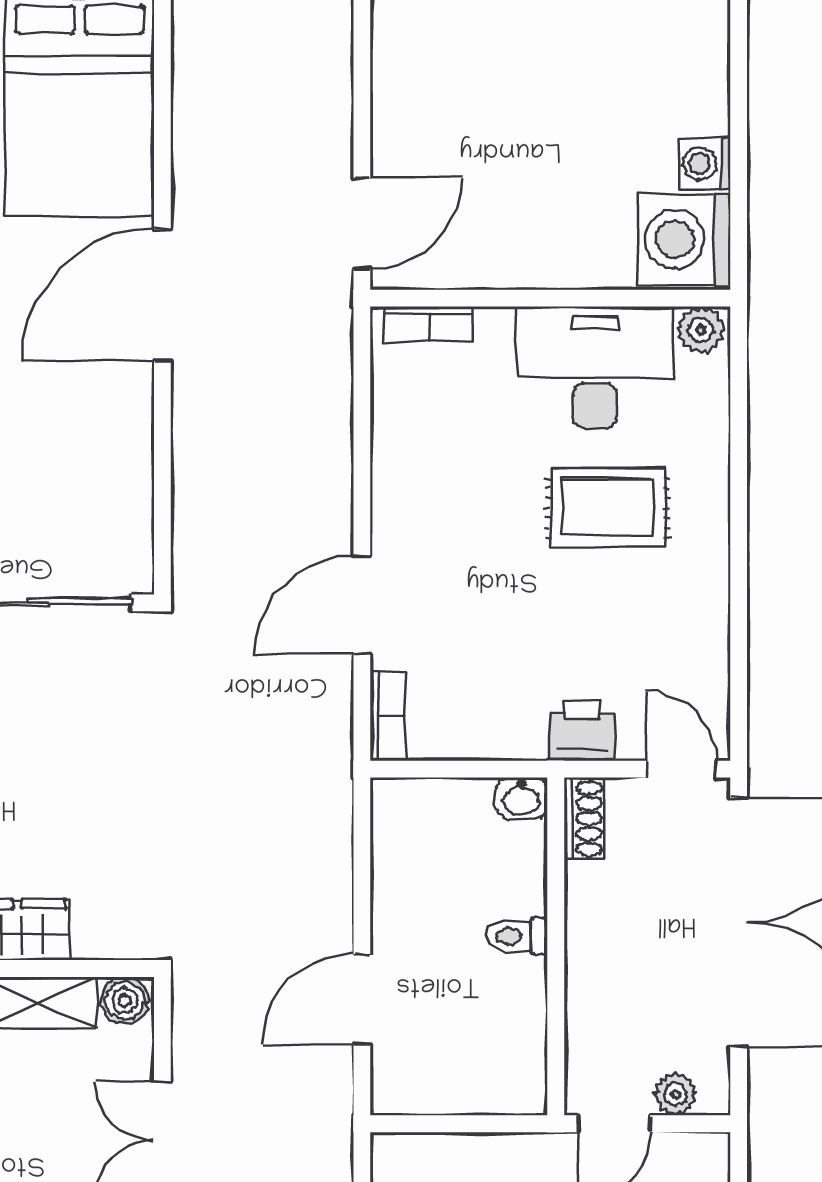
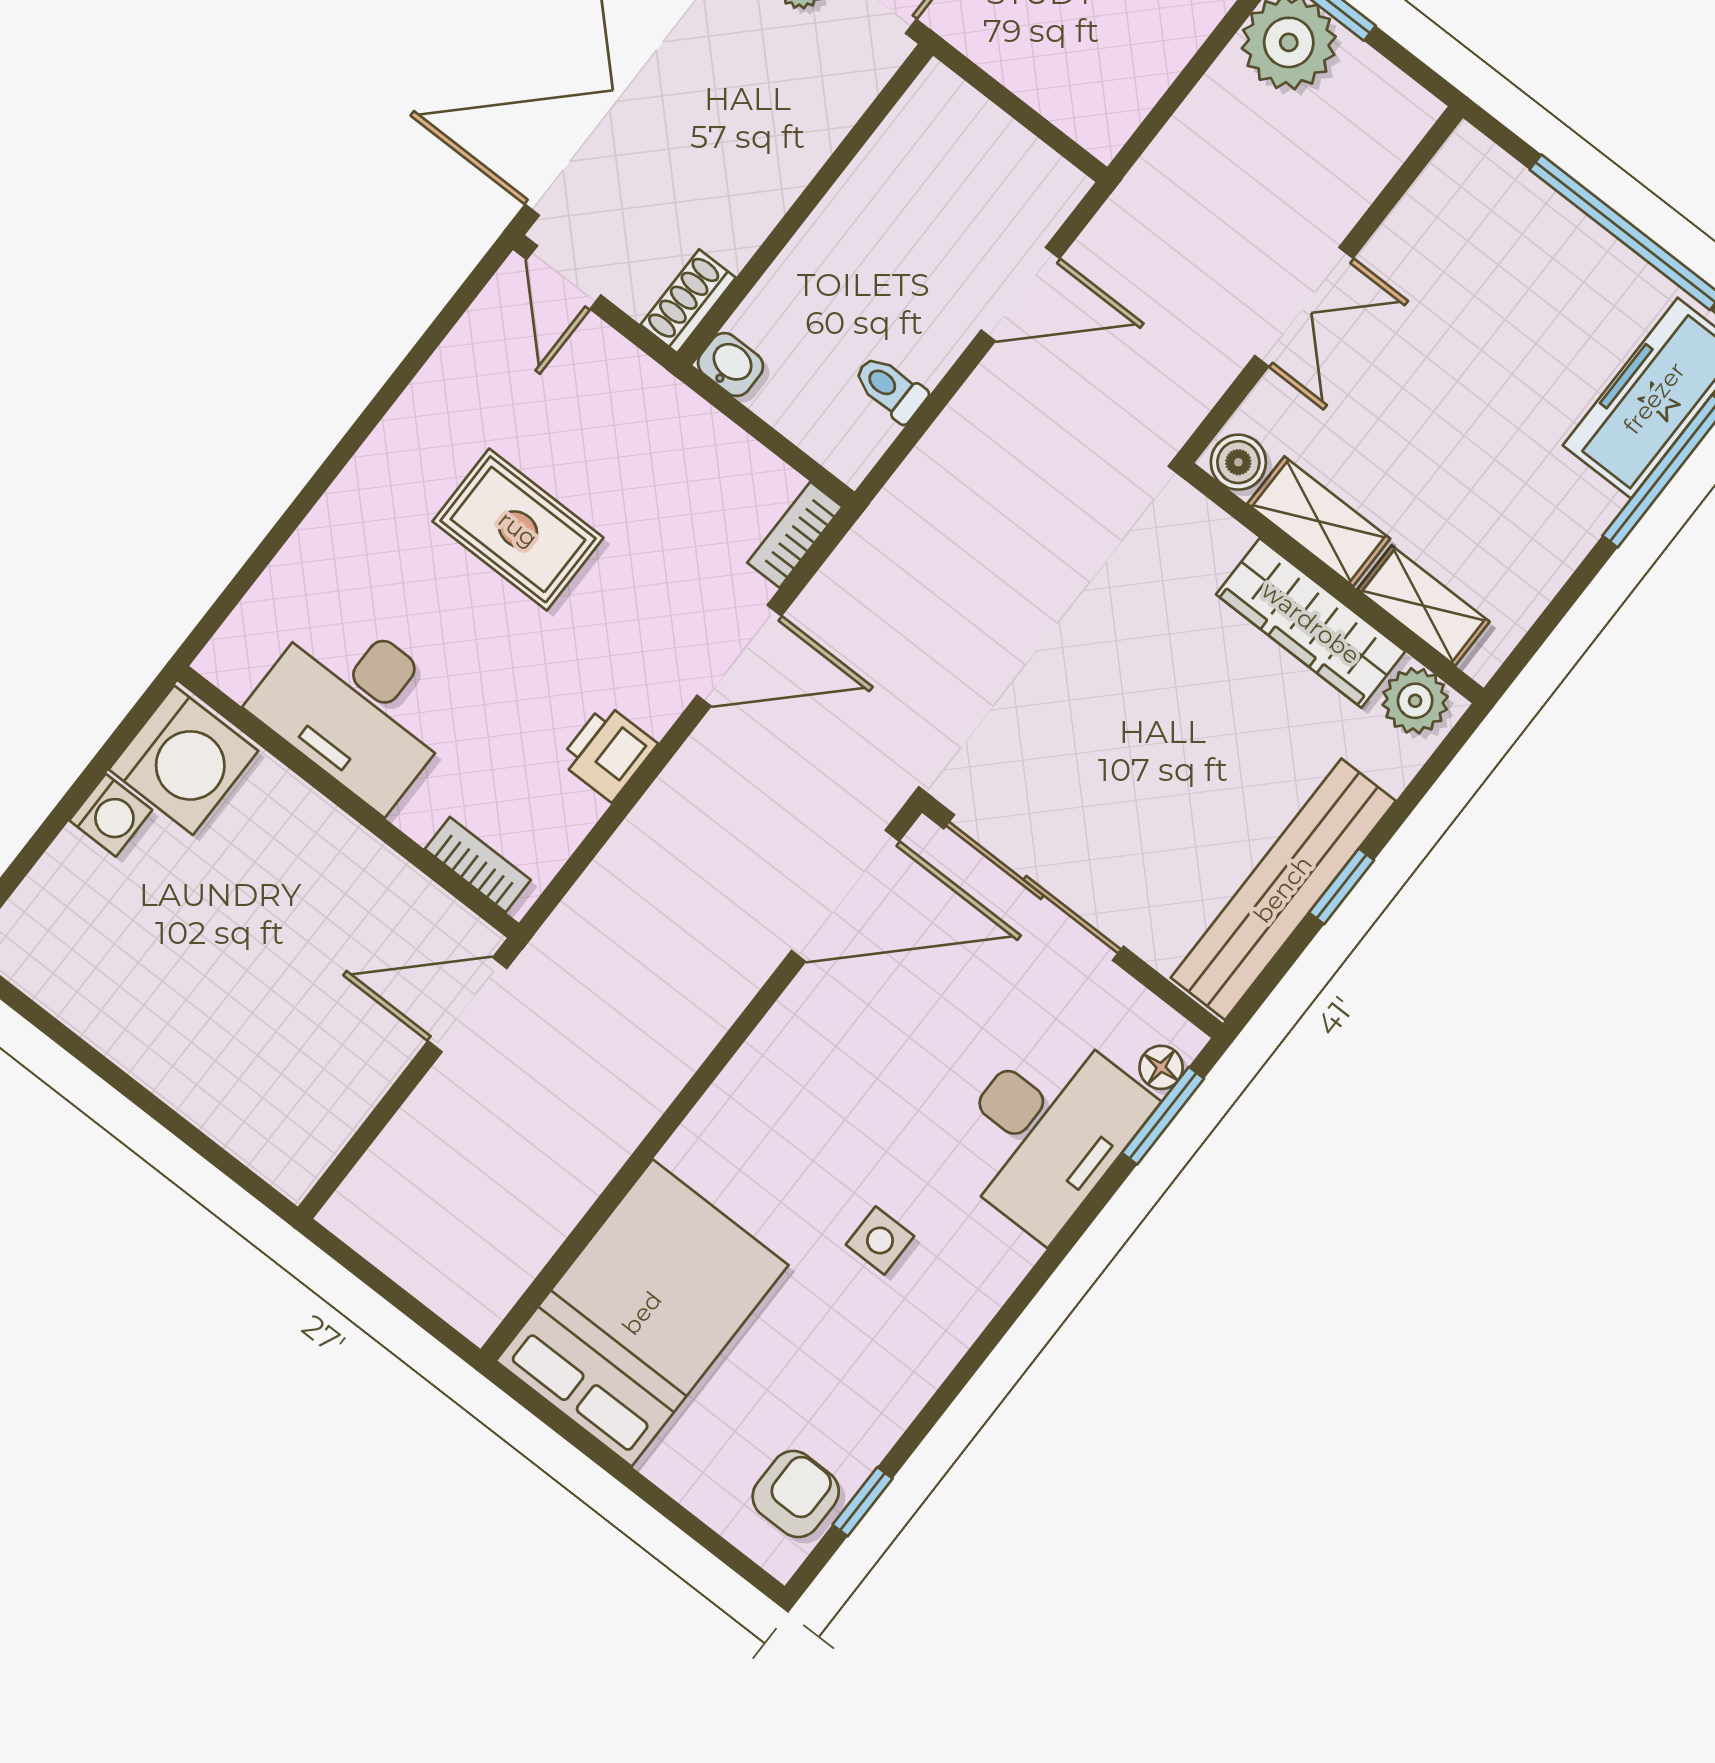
door: (162, 295) -> (845, 896), moved
plant: (701, 330) -> (233, 665), removed
rug: (608, 508) -> (518, 529), moved
printer: (583, 731) -> (608, 752), moved, turned 90
toilet: (517, 936) -> (890, 388), moved, turned 180

